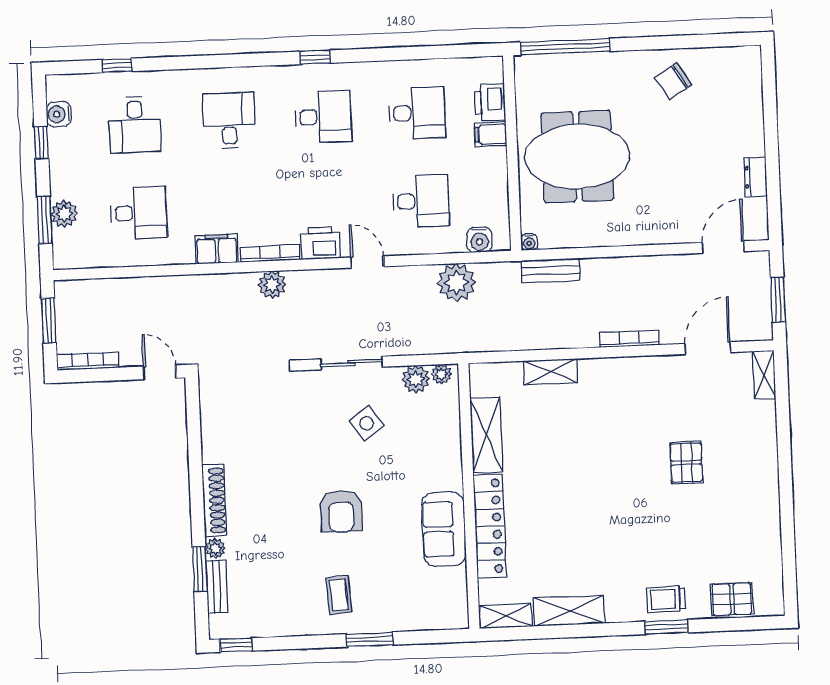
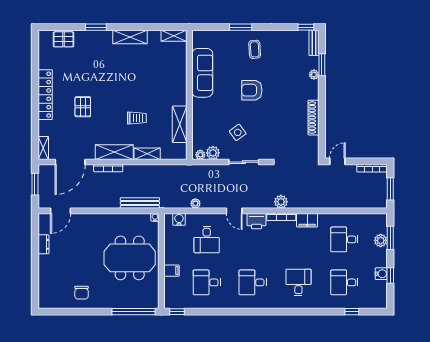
window: (315, 57) -> (177, 312), moved
chair: (673, 81) -> (82, 293), turned 122
printer: (490, 102) -> (171, 286), removed
water cooler: (59, 114) -> (381, 274), moved
desk: (229, 121) -> (298, 282), turned 180
desk: (135, 125) -> (344, 282), turned -90
desk: (421, 201) -> (207, 239), turned -90
bench: (551, 271) -> (140, 203), width x1.36
plant: (457, 282) -> (195, 203), width x0.53, depth x0.53
door: (708, 348) -> (70, 162), width x1.36
door: (160, 372) -> (337, 161), swing flipped
shelving: (618, 372) -> (114, 152), added
shoe rack: (214, 500) -> (313, 118), moved
armchair: (341, 511) -> (252, 90), turned -90
locker: (490, 526) -> (45, 95), moved, turned 180
sofa: (444, 529) -> (202, 73), width x1.36
bench: (217, 587) -> (314, 43), moved
trolley: (666, 599) -> (137, 118), moved
shelving: (569, 611) -> (130, 37), moved

